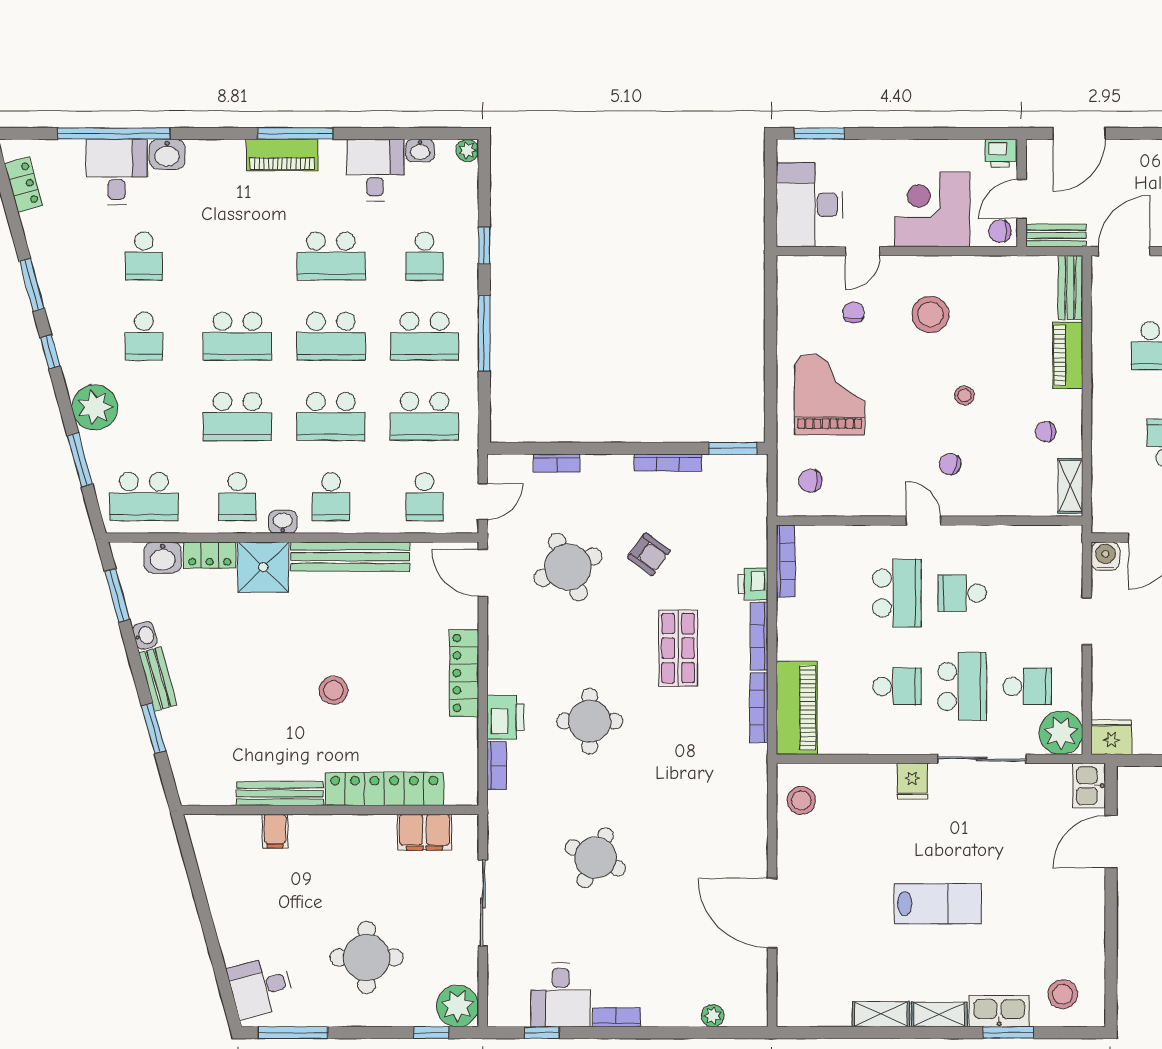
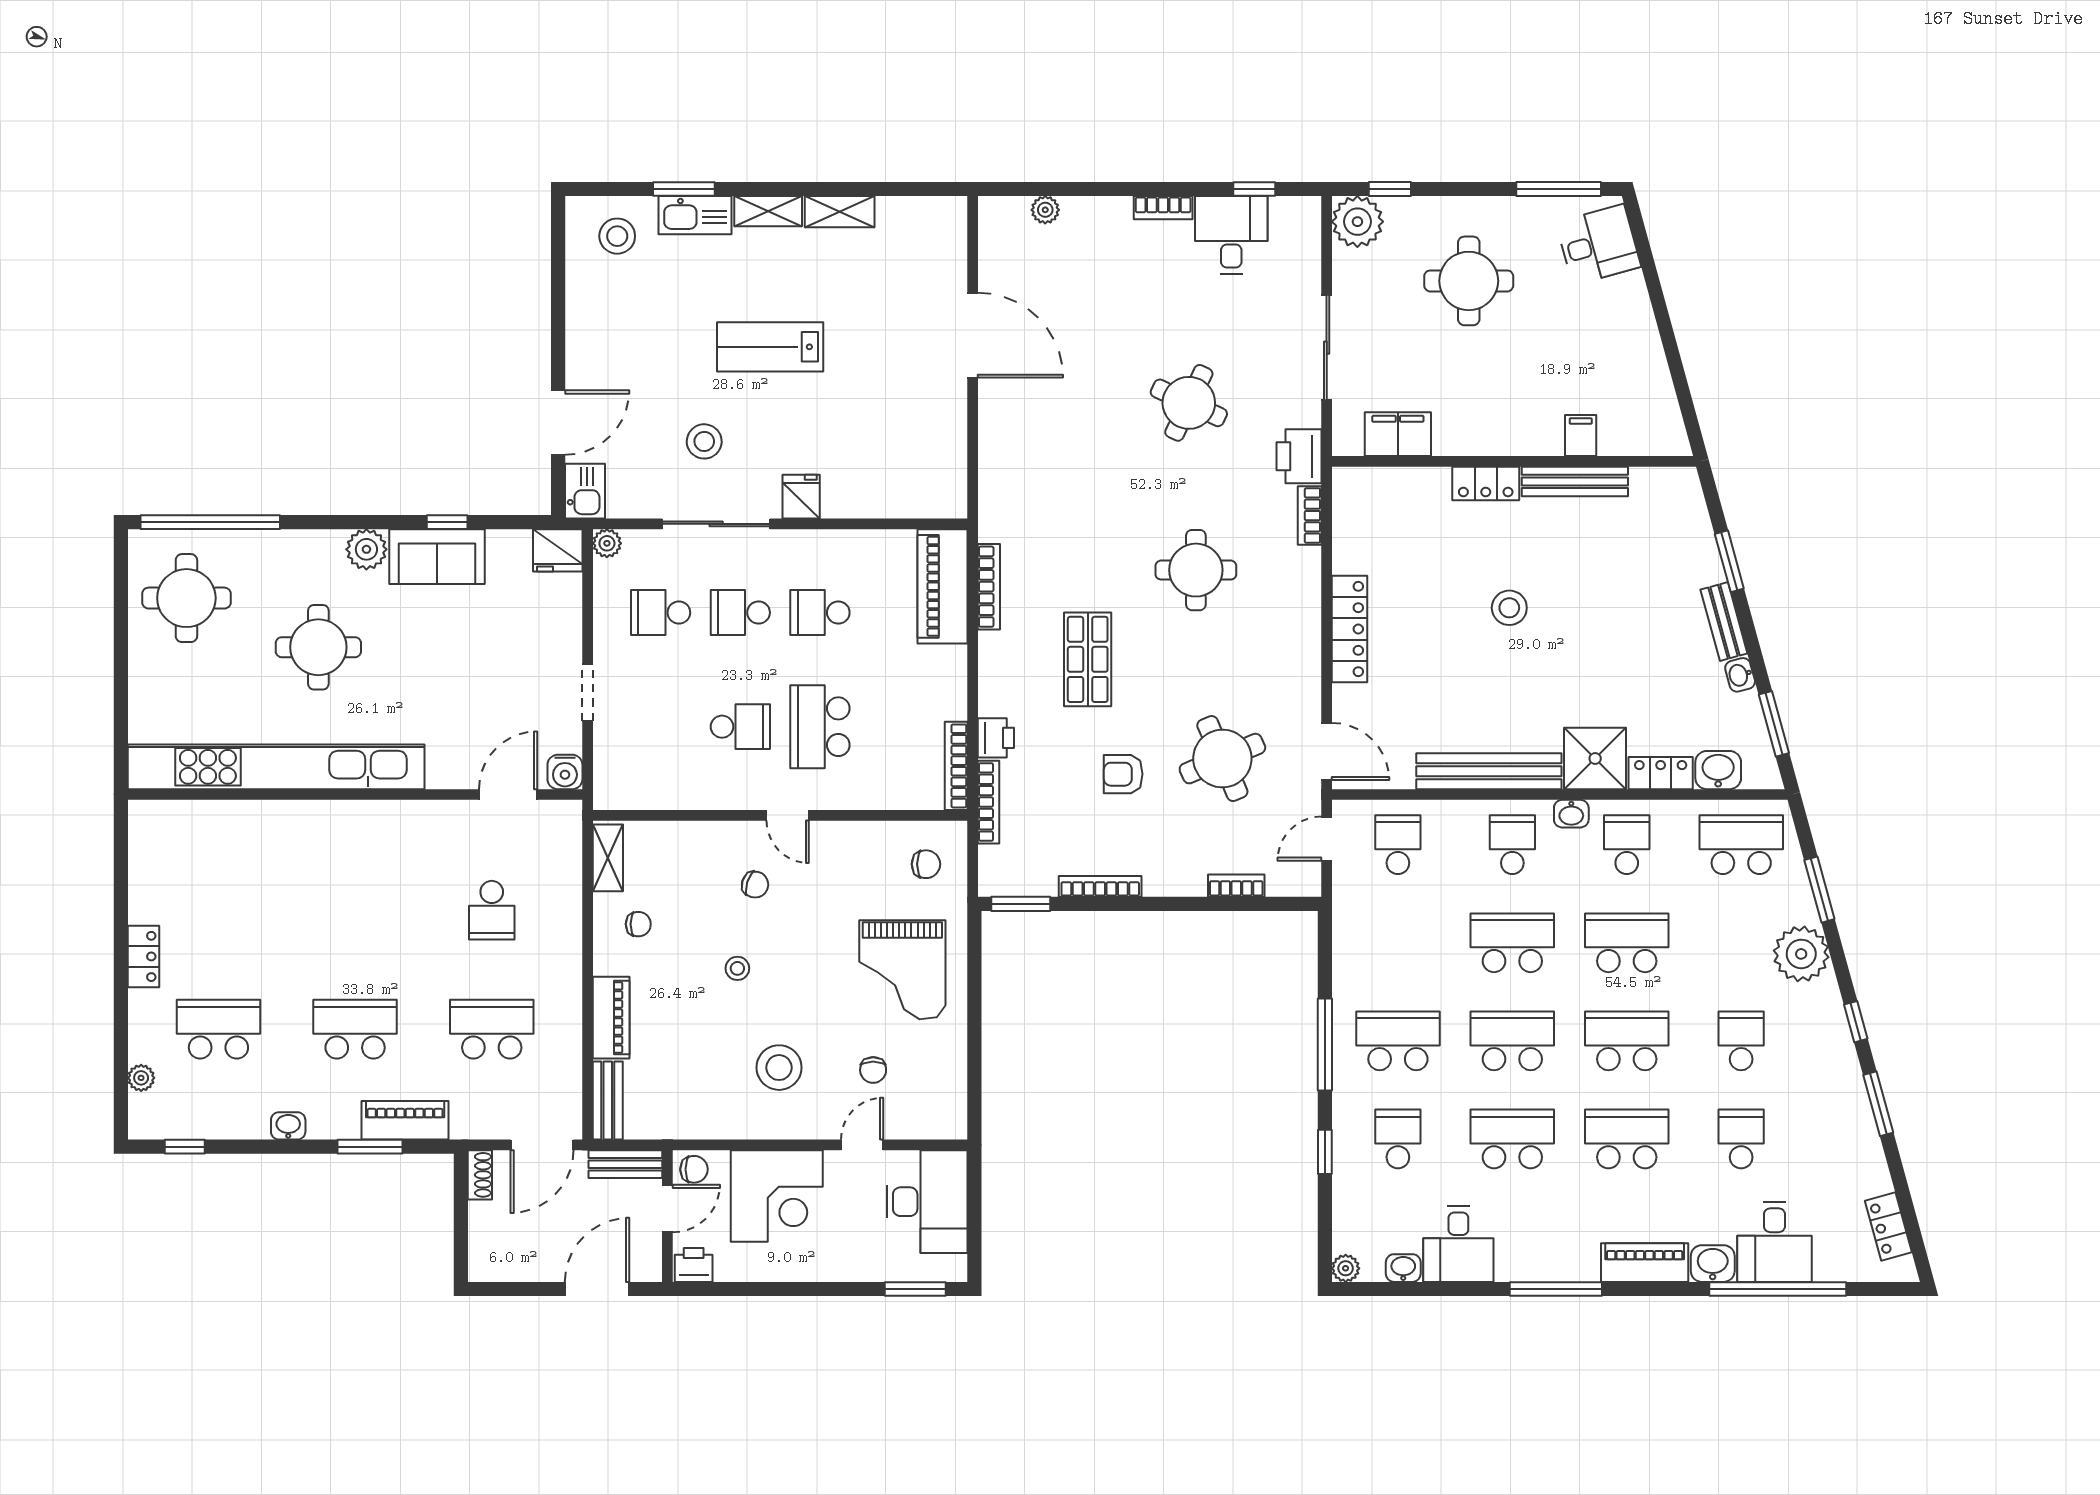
piano: (282, 155) -> (1645, 1263), moved
school desk: (424, 416) -> (1627, 1139), moved
armchair: (649, 554) -> (1123, 774), turned -36
bookcase: (759, 636) -> (989, 802), moved
school desk: (962, 686) -> (740, 613), width x0.54
printer: (505, 717) -> (1299, 456), moved
plant: (1061, 733) -> (607, 543), width x0.53, depth x0.53
locker: (384, 789) -> (1486, 484), width x0.46, depth x0.83
stool: (801, 800) -> (704, 441), moved

